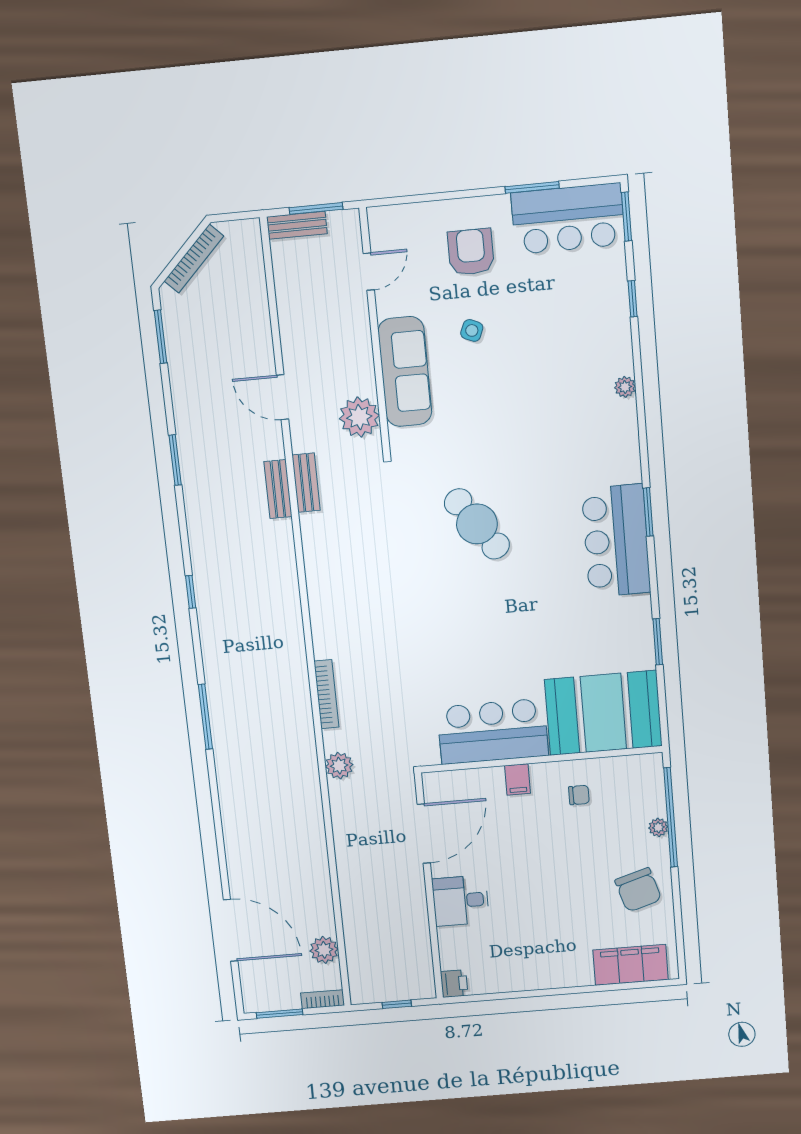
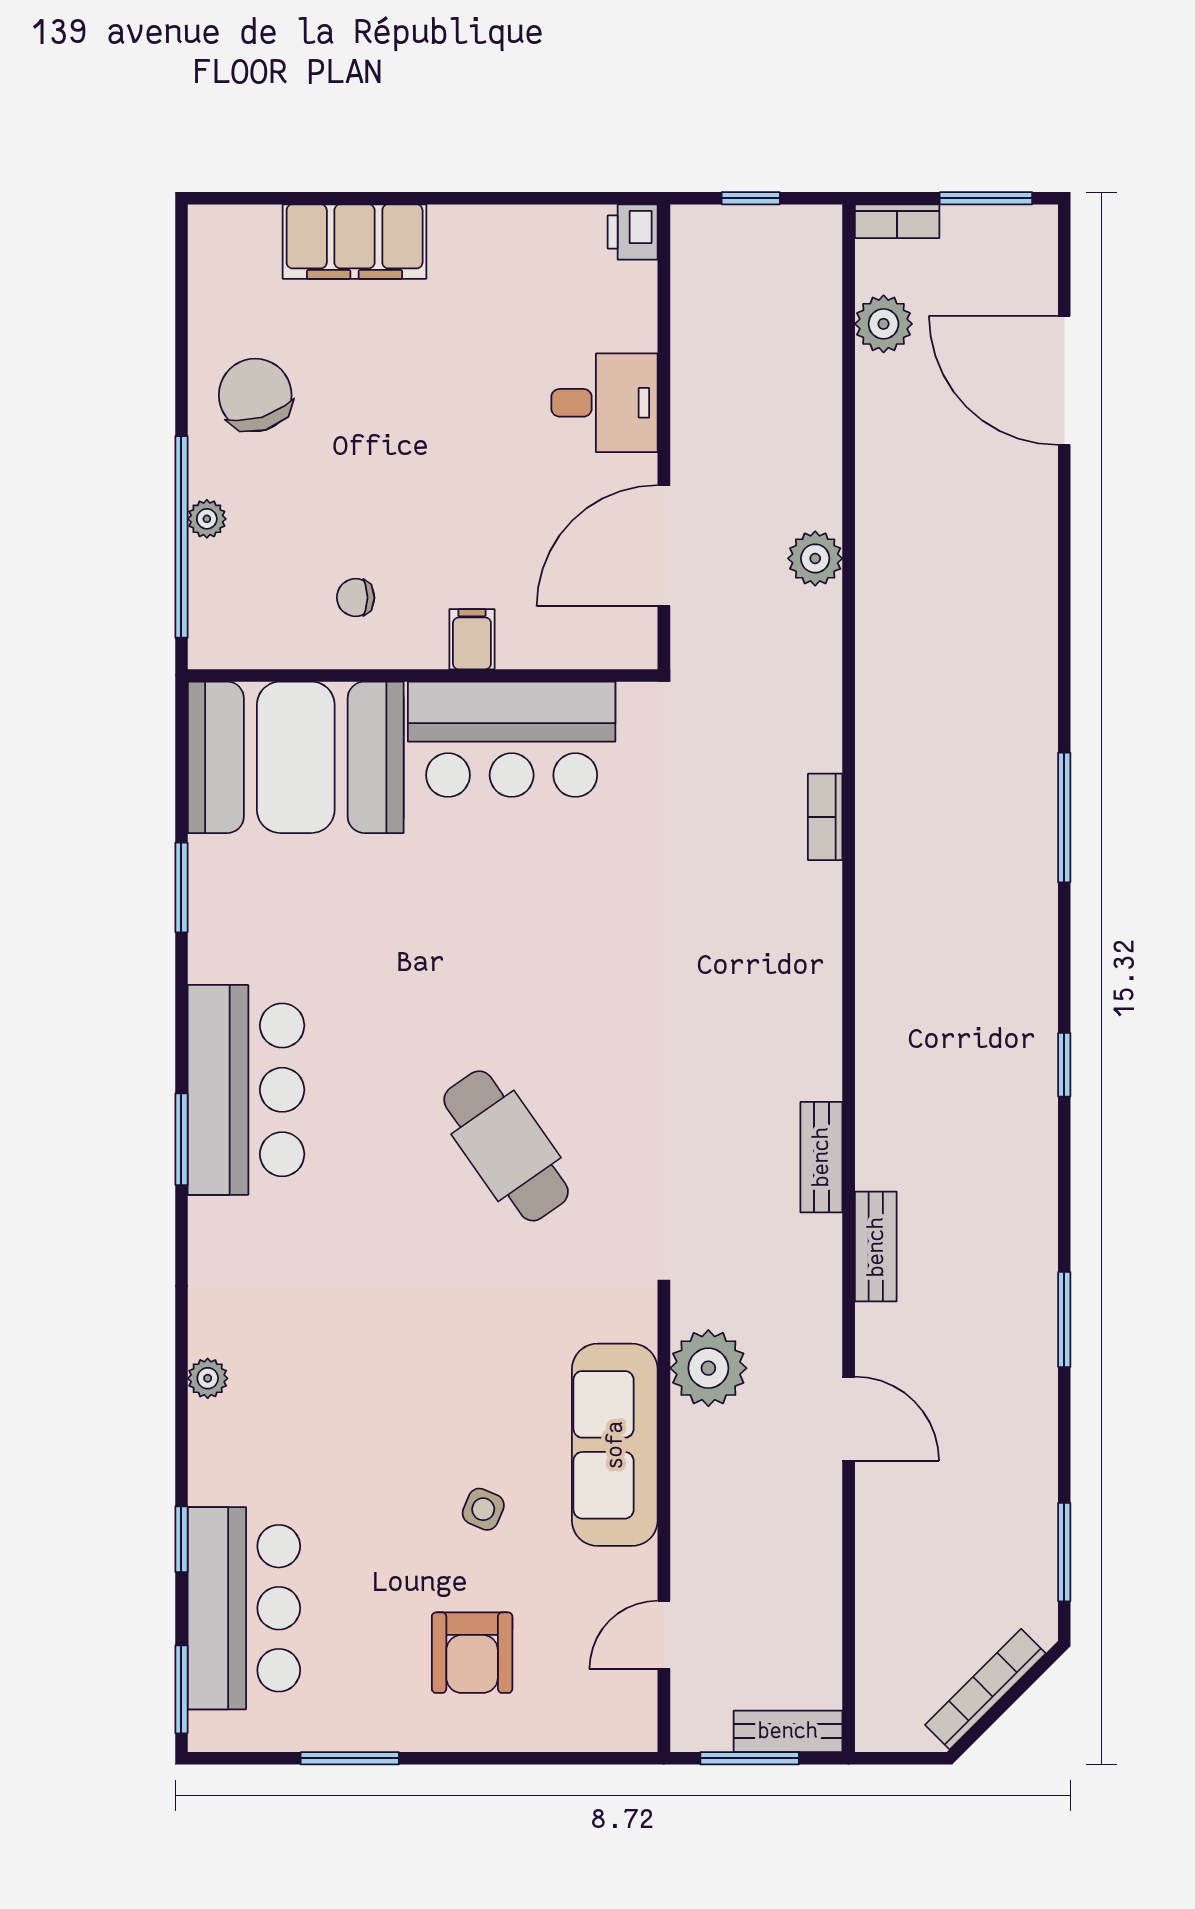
bar counter: (568, 219) -> (244, 1608), moved, turned 90
bench: (306, 483) -> (821, 1157), moved
bookcase: (326, 694) -> (825, 817), width x0.64
plant: (339, 766) -> (815, 558), moved
filing cabinet: (631, 965) -> (355, 242), moved

